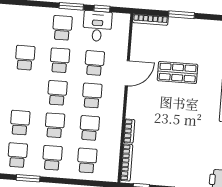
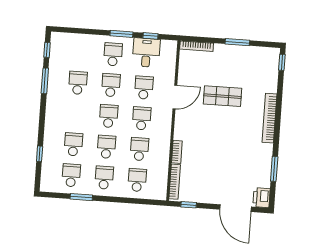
window: (181, 15) -> (237, 42), moved

